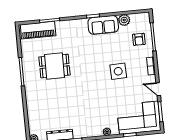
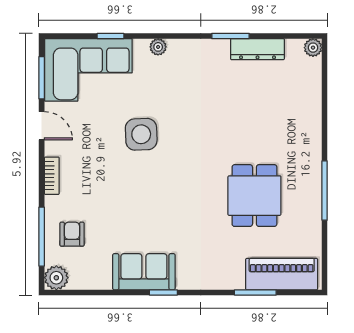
plant: (124, 20) -> (56, 278), moved
dining table: (55, 66) -> (254, 196), turned 90
side table: (118, 71) -> (141, 134), moved

